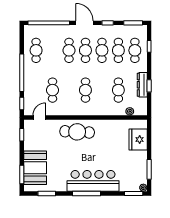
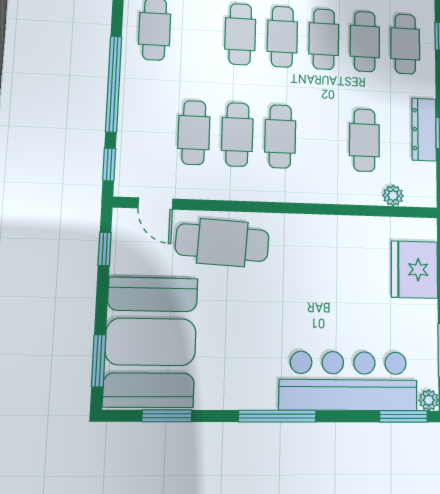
cafe table: (69, 90) -> (237, 135), added
door: (39, 117) -> (155, 203), swing flipped
cafe table: (77, 132) -> (222, 243), moved
booth: (35, 168) -> (151, 342), width x1.36, depth x1.42
bar counter: (93, 181) -> (349, 381), moved

